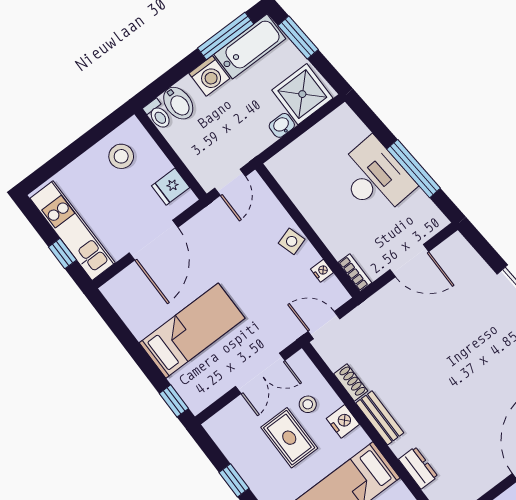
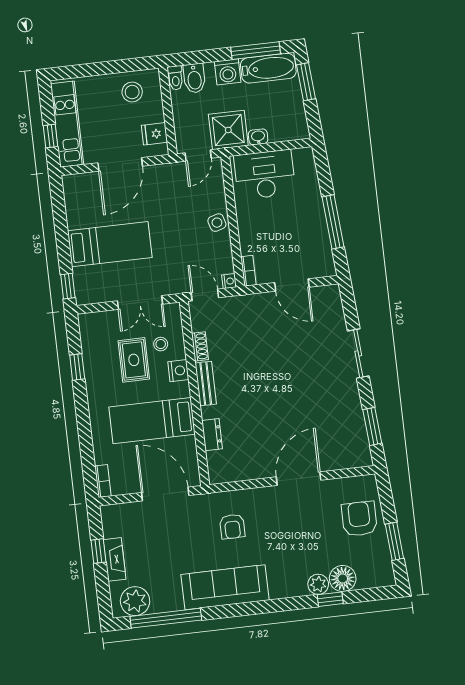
shower: (302, 94) -> (228, 130), moved
desk: (375, 178) -> (265, 175), moved, turned -86
nightstand: (322, 271) -> (229, 281), moved

